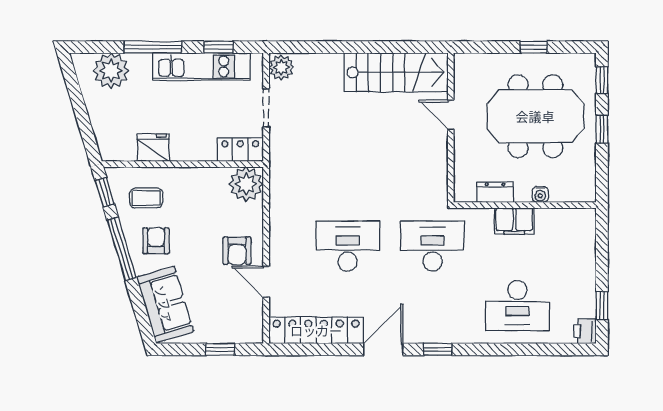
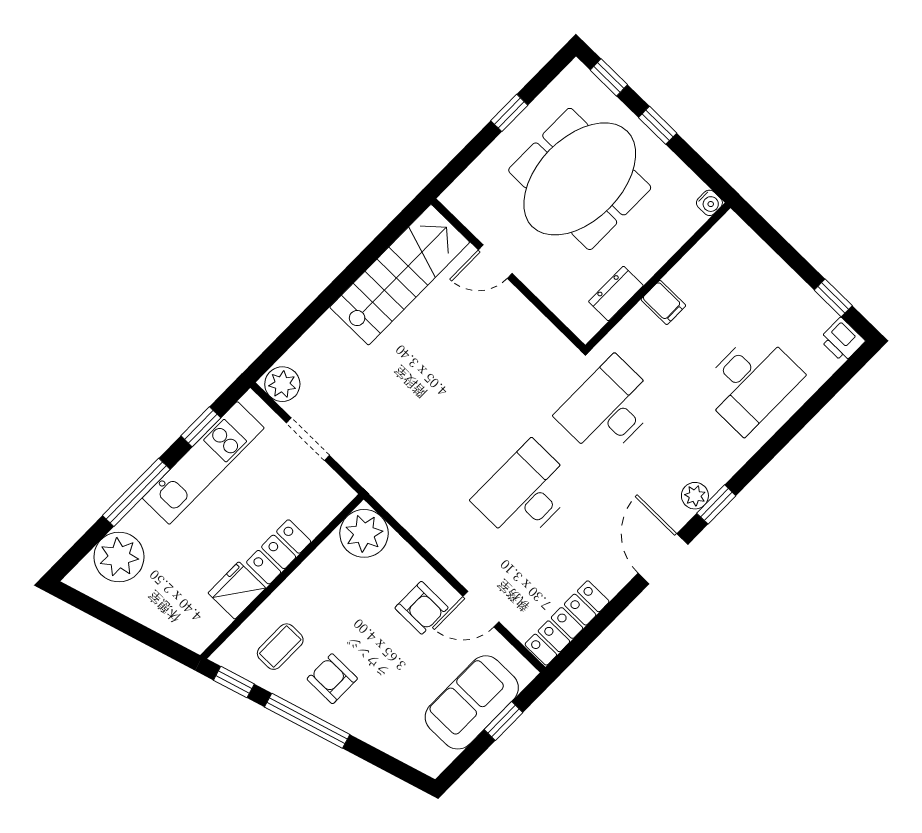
locker: (240, 150) -> (279, 552), moved
water cooler: (540, 195) -> (709, 203), moved
filing cabinet: (514, 221) -> (663, 302), width x0.50
sofa: (165, 304) -> (472, 702), moved, turned -73
locker: (316, 330) -> (567, 623), width x0.71, depth x0.83
plant: (431, 334) -> (695, 496), added

